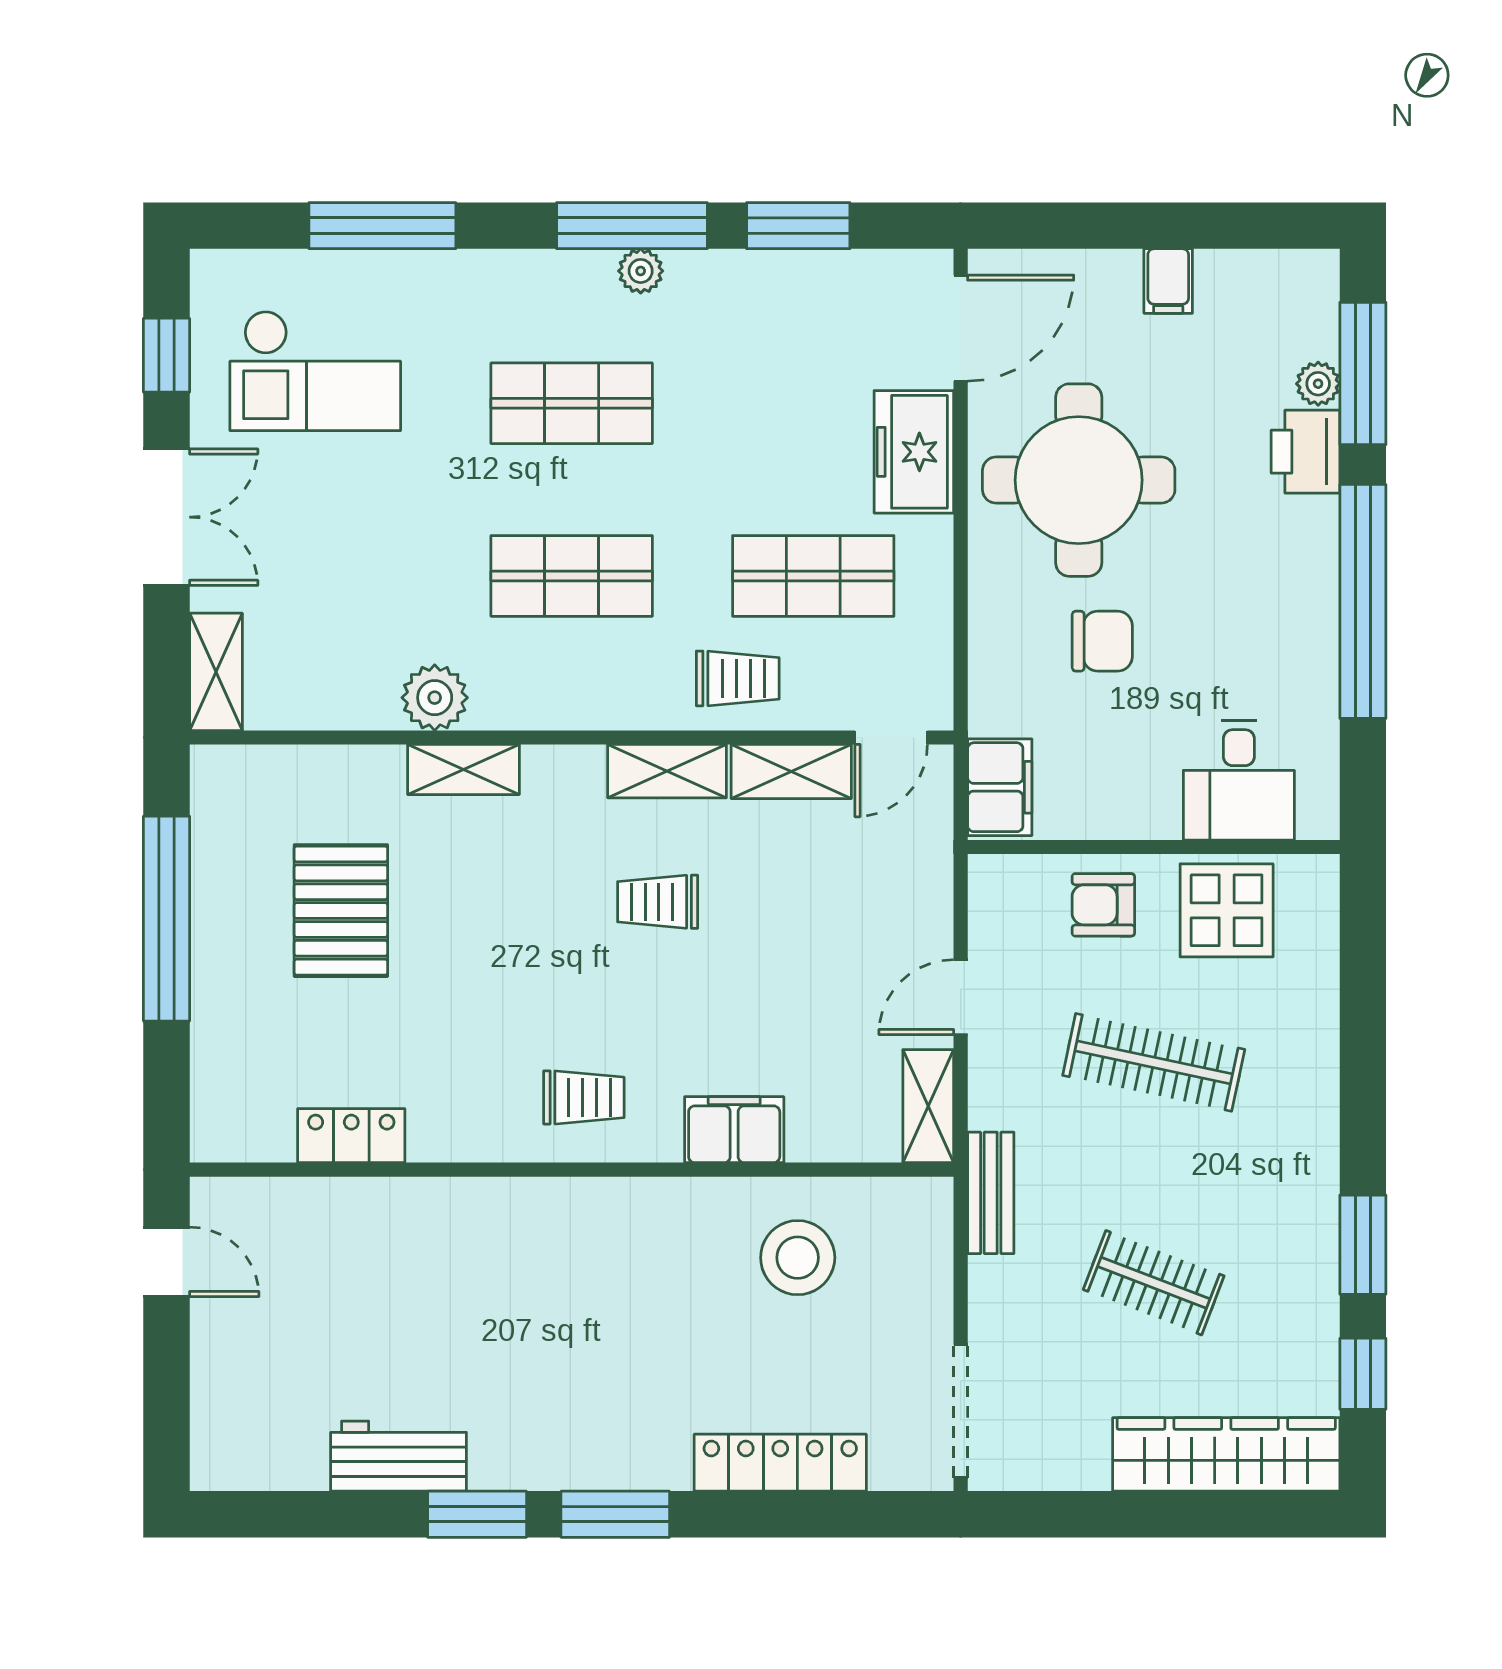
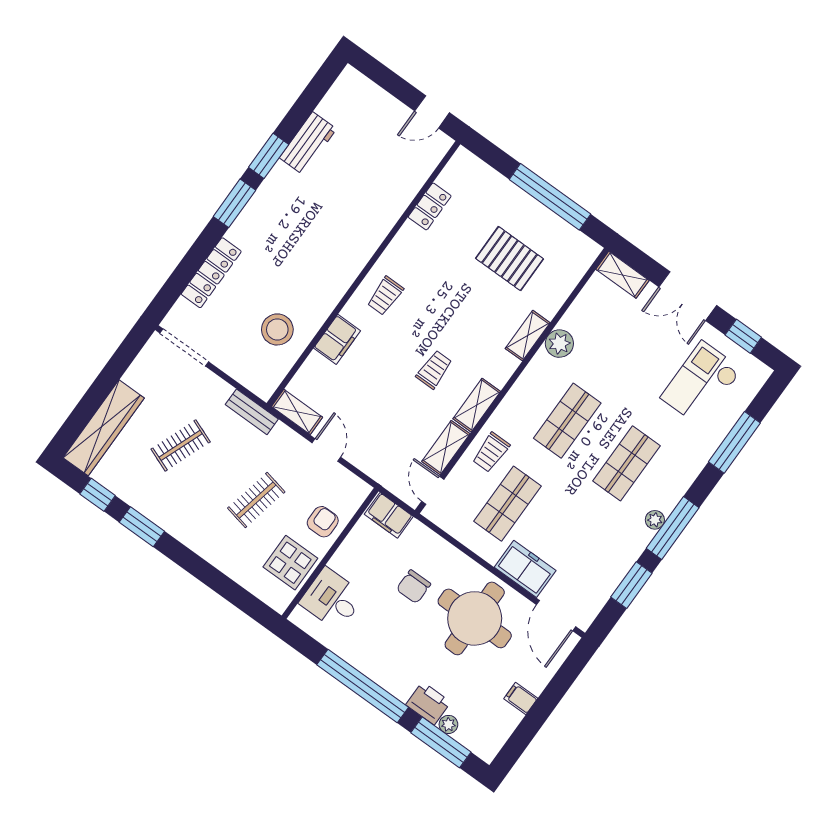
clothes rail: (1154, 1062) -> (256, 500), width x0.73

